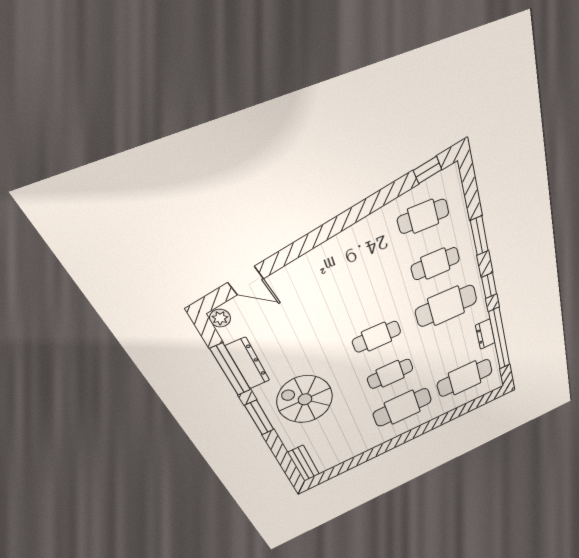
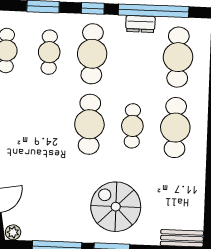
cafe table: (377, 337) -> (89, 124), width x1.37, depth x1.35
dresser: (248, 363) -> (59, 233), removed
spiral stairs: (305, 399) -> (116, 207), turned 90

